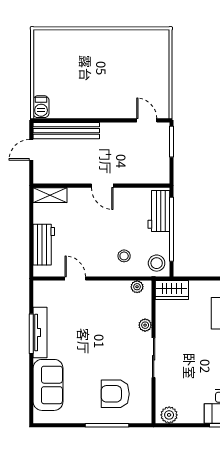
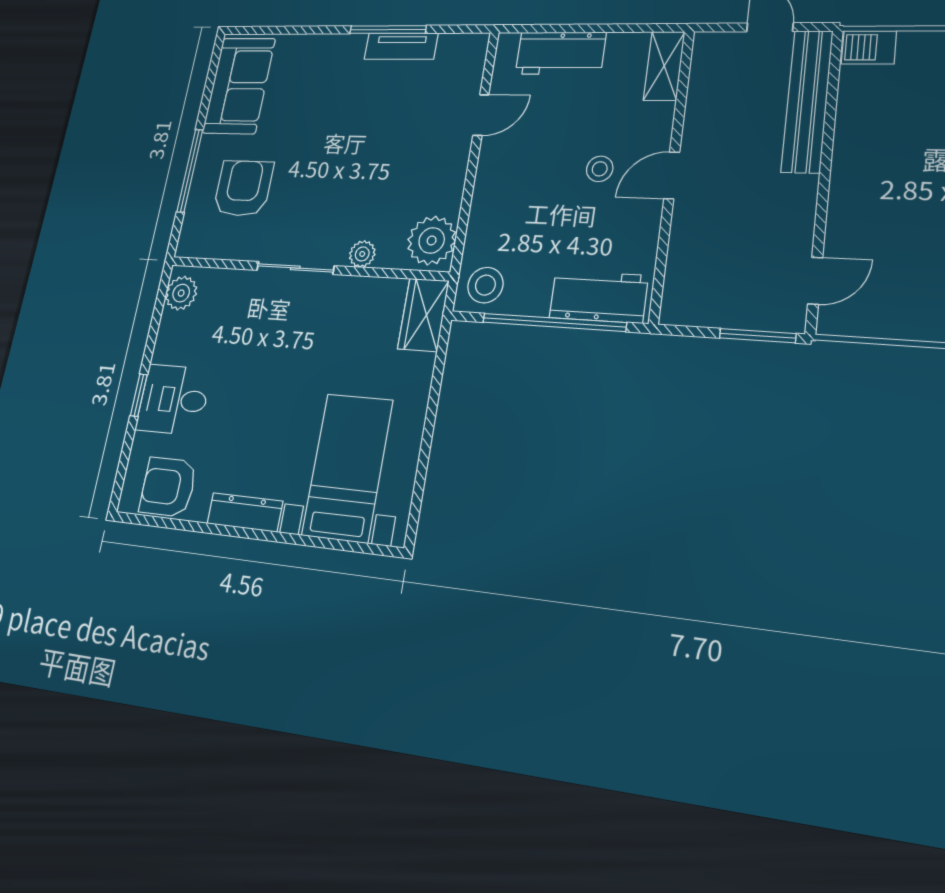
stool: (124, 256) -> (600, 169), moved
plant: (137, 287) -> (432, 240), width x1.87, depth x1.87
tv unit: (40, 333) -> (401, 46), width x0.71
sofa: (48, 385) -> (239, 86), moved, turned -90

